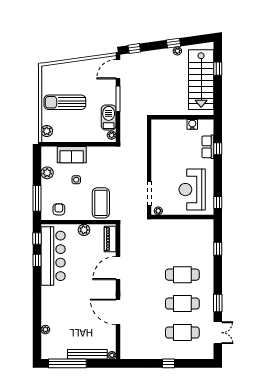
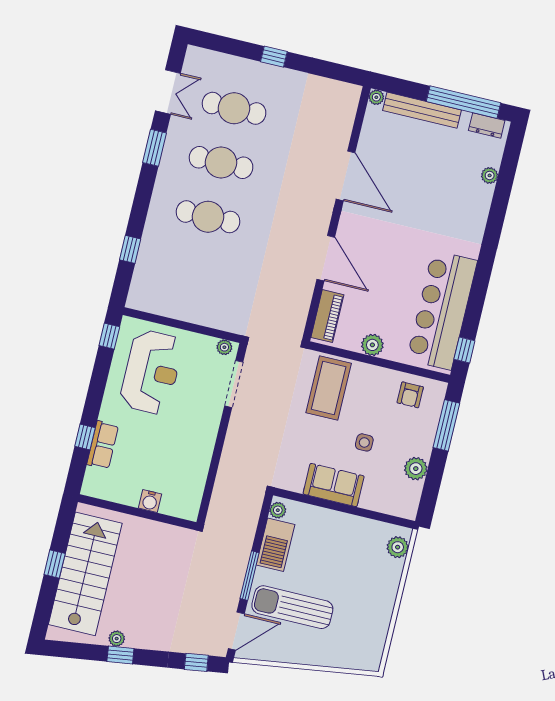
window: (218, 69) -> (55, 564), moved
sun lounger: (65, 102) -> (292, 607), moved, turned 180
water cooler: (192, 124) -> (150, 501), moved
sofa: (72, 155) -> (334, 485), moved
window: (37, 260) -> (474, 309), removed
door: (118, 268) -> (326, 258), hinge flipped
double door: (218, 333) -> (168, 92), swing flipped
dresser: (53, 354) -> (487, 125), added

